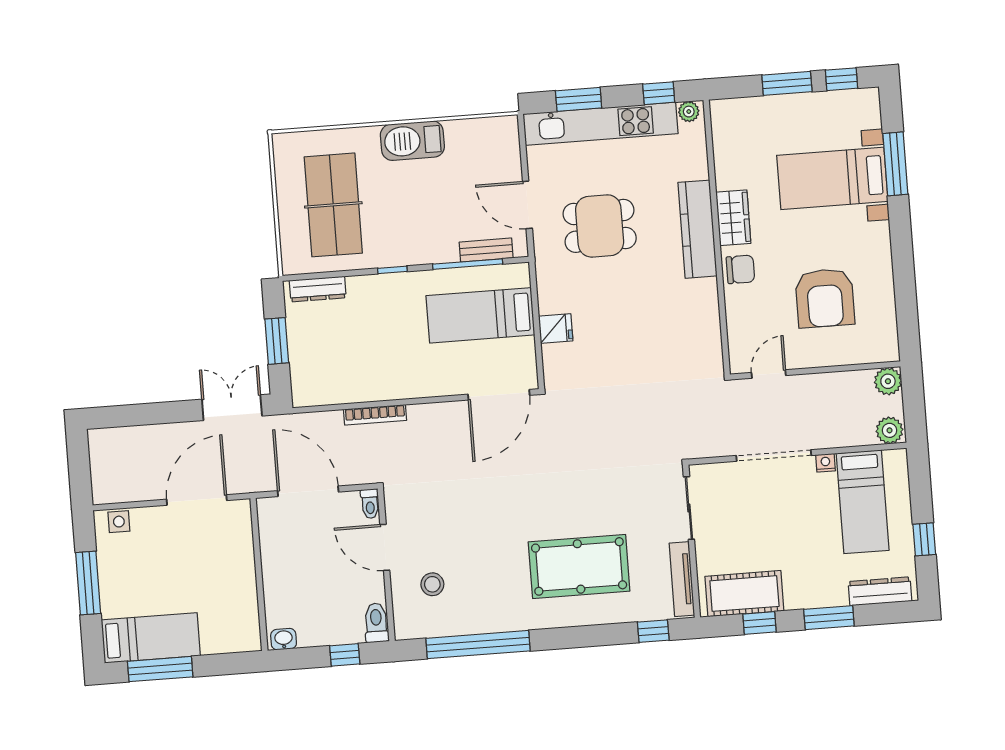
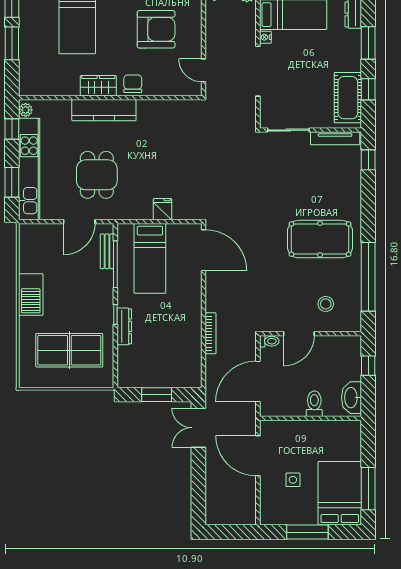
dresser: (318, 289) -> (124, 326), moved
side table: (119, 522) -> (293, 480), moved
pool table: (579, 566) -> (320, 239), moved, turned 90
toilet: (376, 623) -> (314, 404), moved, turned 90
bed: (151, 638) -> (340, 493), width x1.50
washbasin: (284, 639) -> (351, 398), width x1.91, depth x1.45

